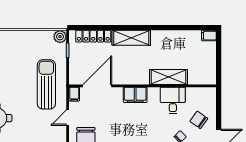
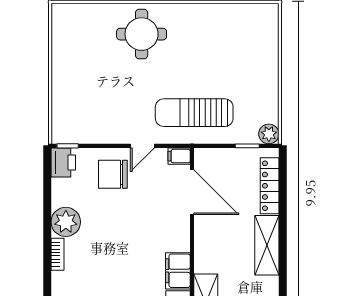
sun lounger: (46, 84) -> (194, 113), turned 180
filing cabinet: (135, 95) -> (178, 271), moved
door: (68, 118) -> (142, 146), swing flipped

